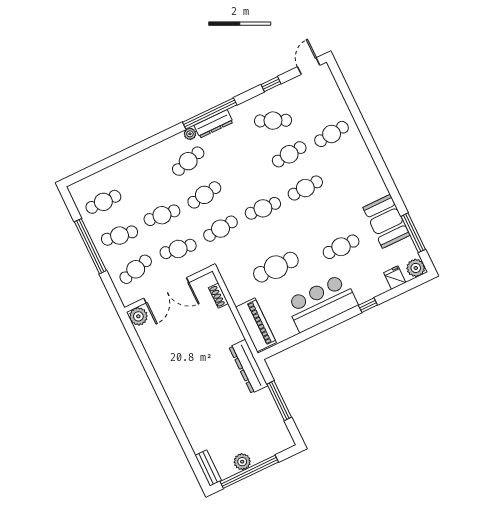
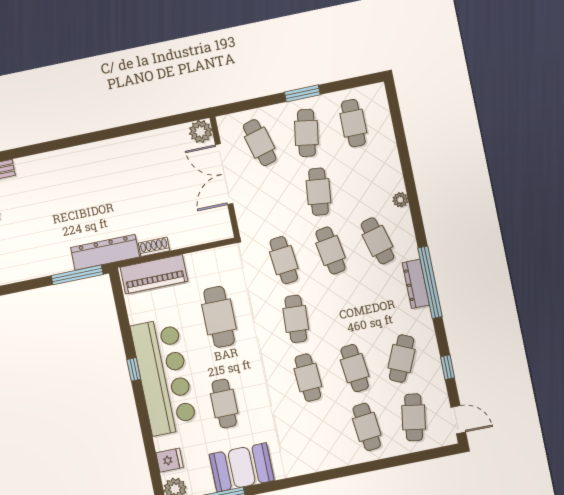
plant: (190, 134) -> (400, 200), moved
window: (90, 246) -> (302, 93), width x0.47
cafe table: (178, 249) -> (414, 417), moved
shoe rack: (218, 296) -> (154, 247), moved
bar counter: (321, 303) -> (164, 377), width x1.36
window: (368, 305) -> (134, 369), moved
window: (279, 401) -> (77, 275), moved

